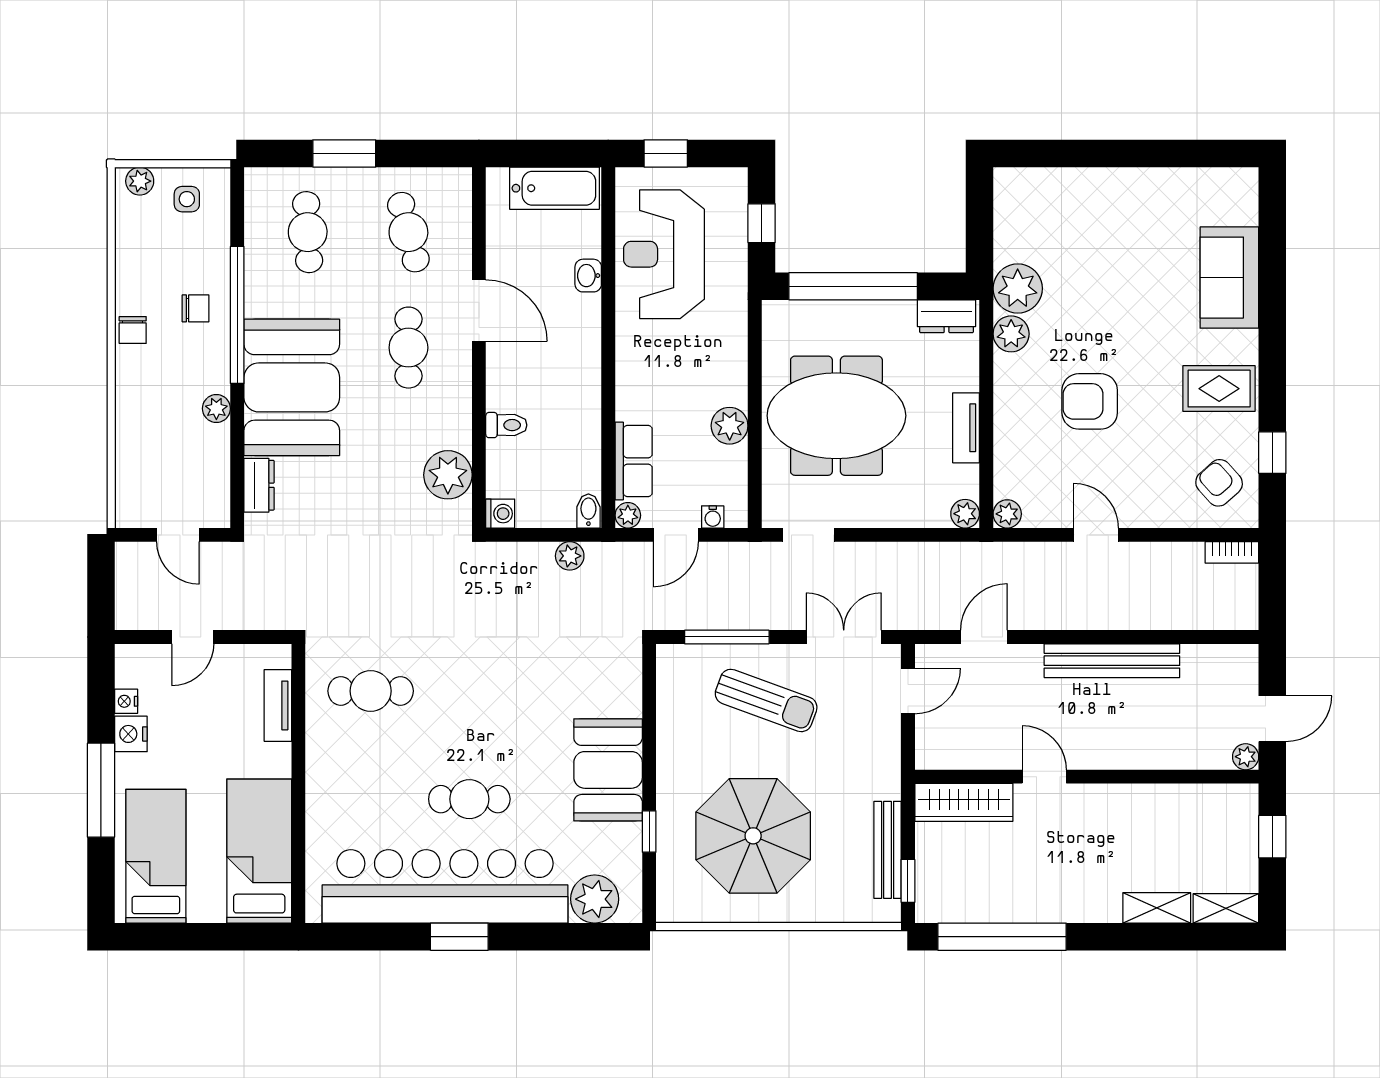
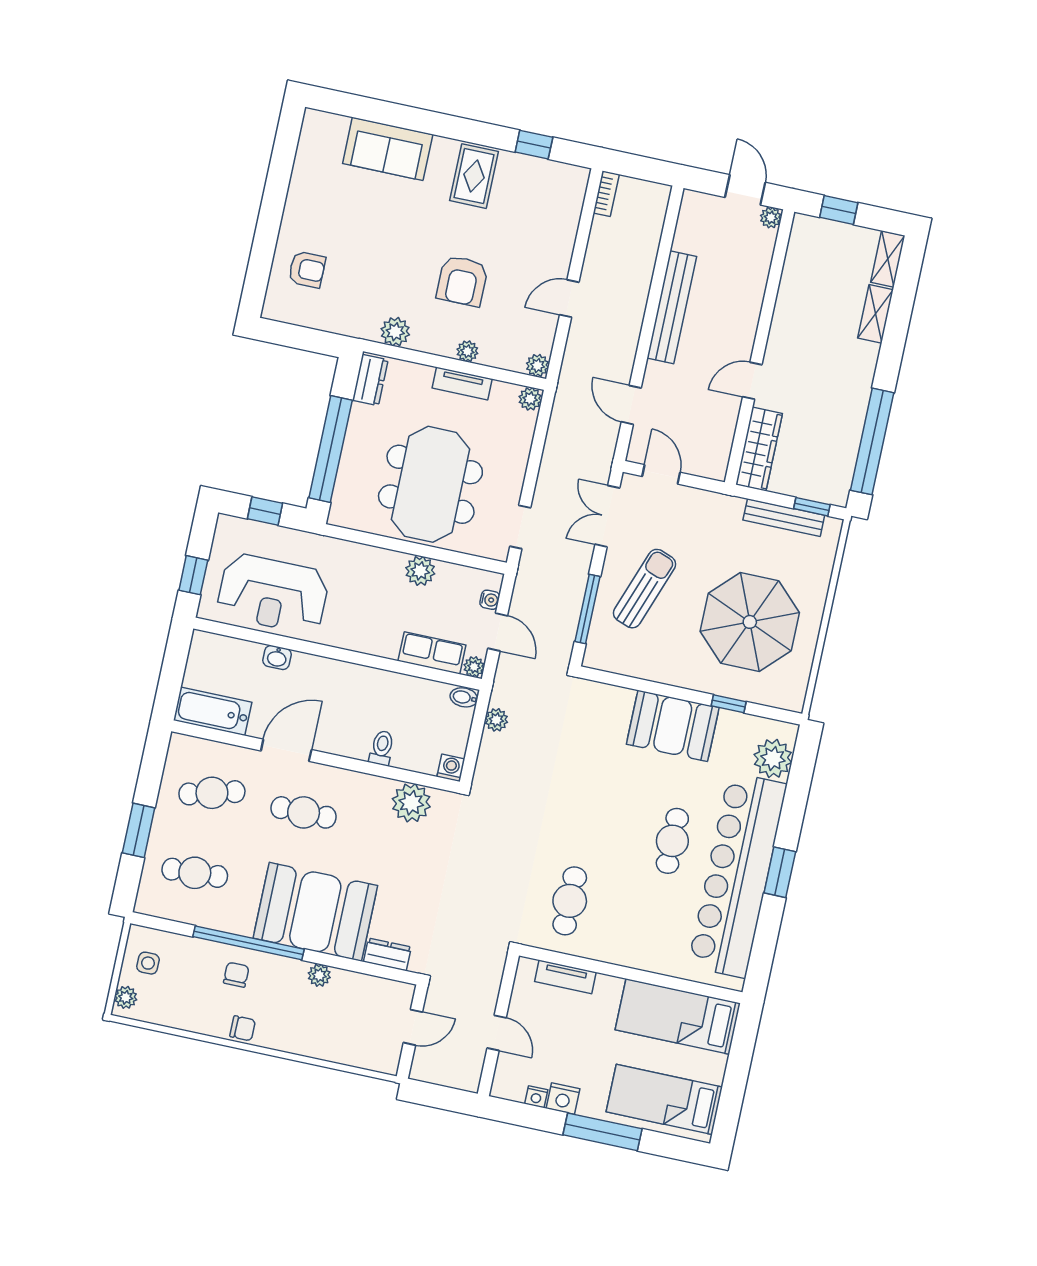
bathtub: (554, 188) -> (213, 711), moved, turned -90
plant: (1018, 288) -> (467, 351), moved, width x0.53, depth x0.53
armchair: (1219, 483) -> (307, 269), moved, turned -138

